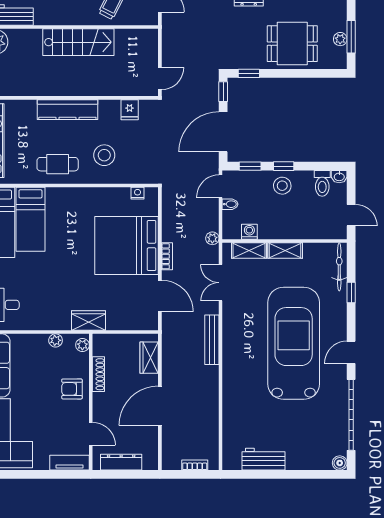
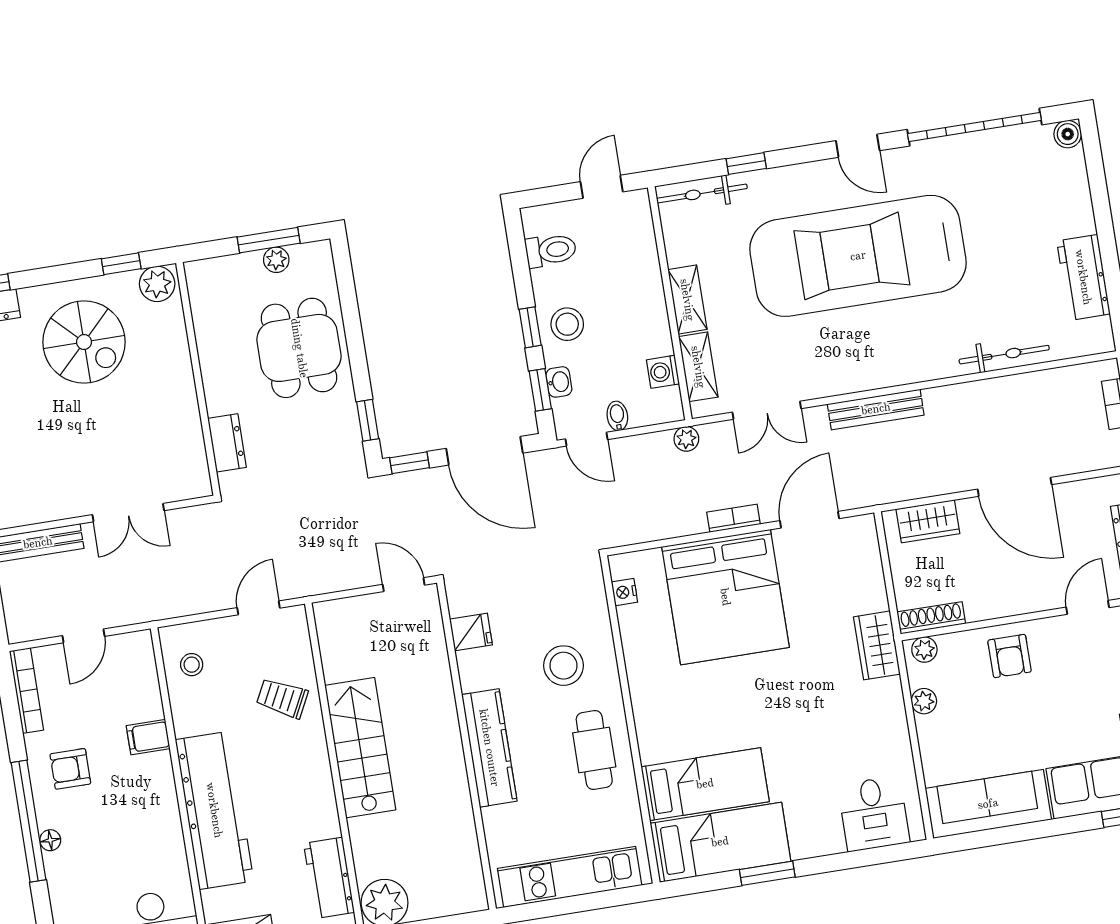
washbasin: (339, 177) -> (559, 382), moved
shoe rack: (98, 374) -> (931, 618), moved
bicycle: (230, 411) -> (1004, 355), added

